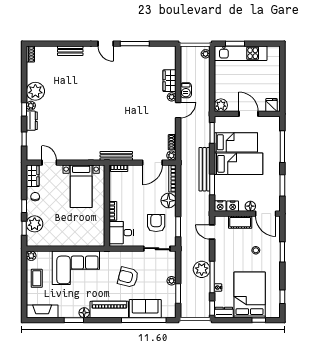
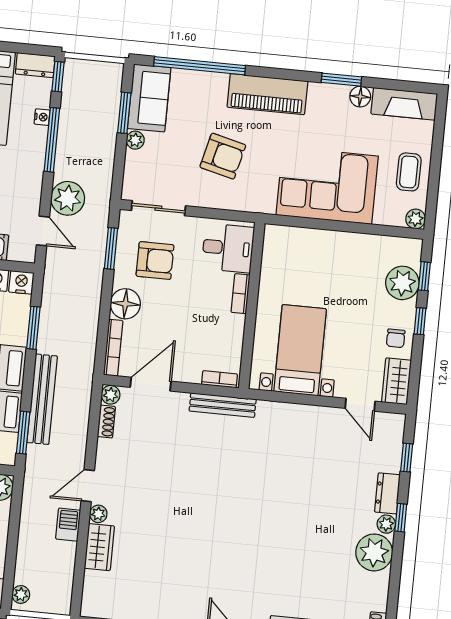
bench: (204, 169) -> (42, 399), moved
armchair: (156, 223) -> (155, 261), turned -90
plant: (202, 269) -> (68, 198), moved
sofa: (145, 309) -> (149, 98), moved, turned -90
floor lamp: (84, 313) -> (360, 97), moved

